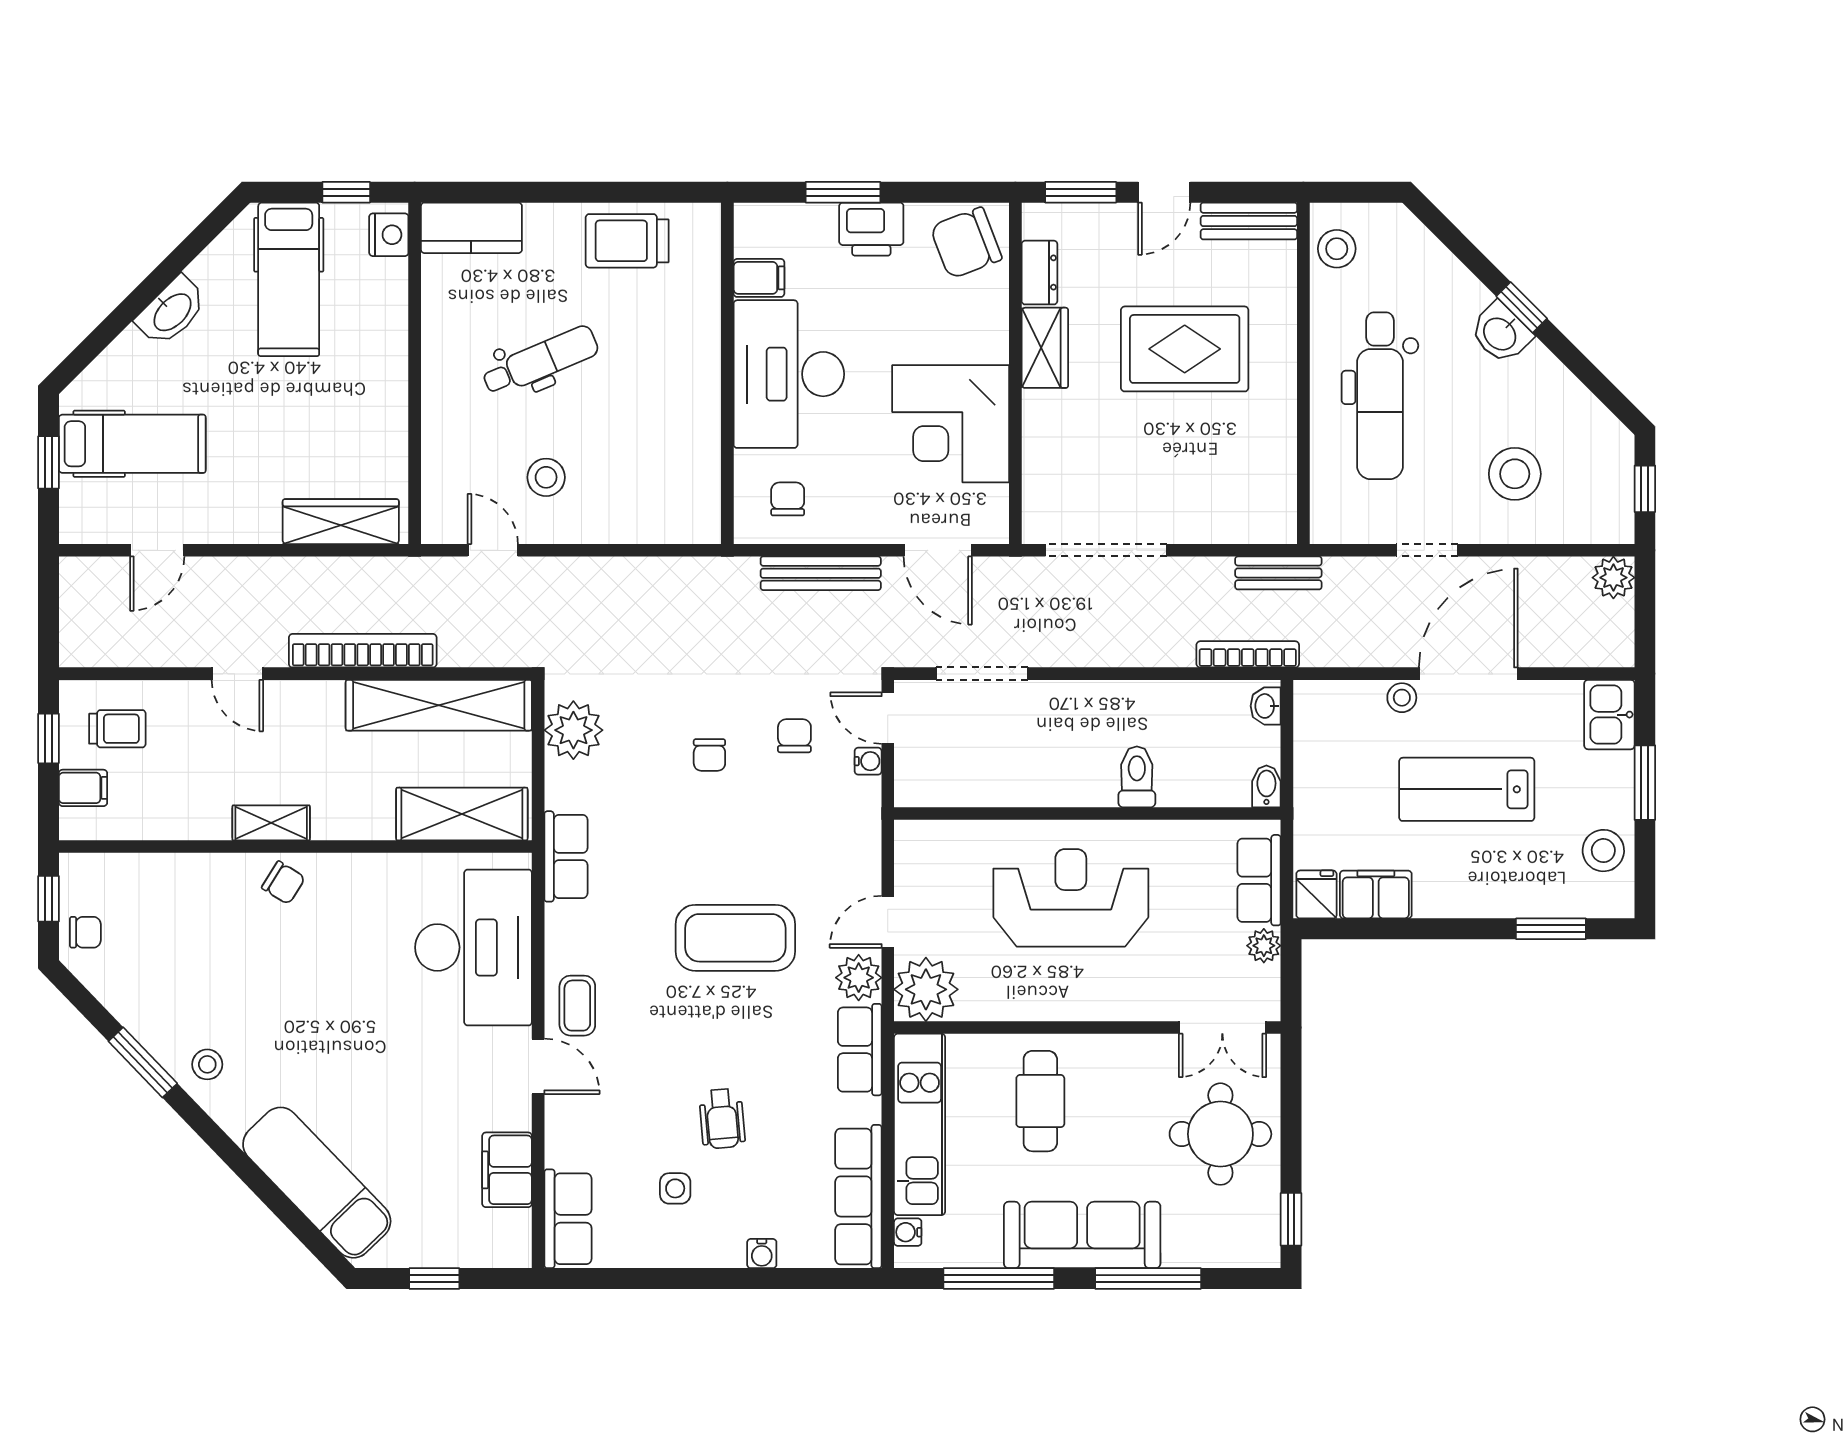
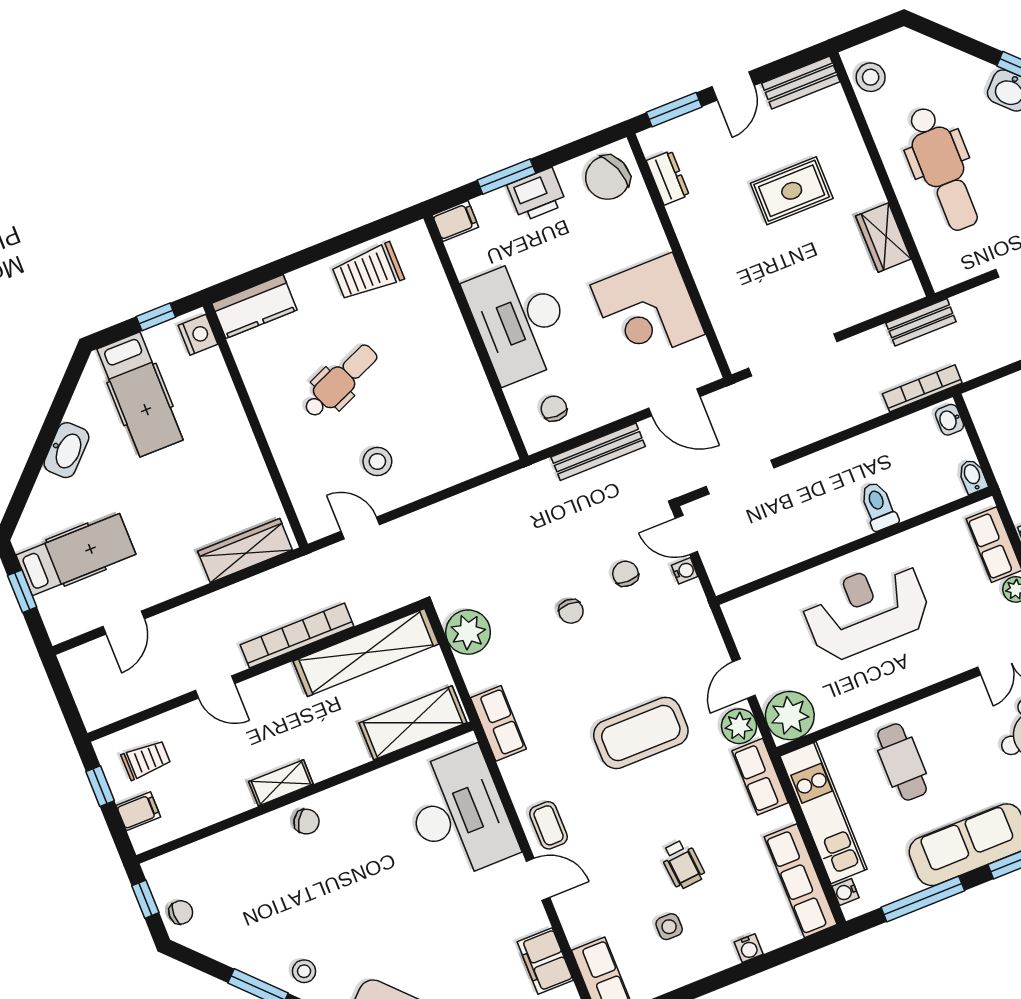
filing cabinet: (759, 278) -> (455, 221), moved
wardrobe: (1045, 348) -> (883, 237), moved, turned 180
rug: (1185, 349) -> (792, 191), width x0.73, depth x0.70

